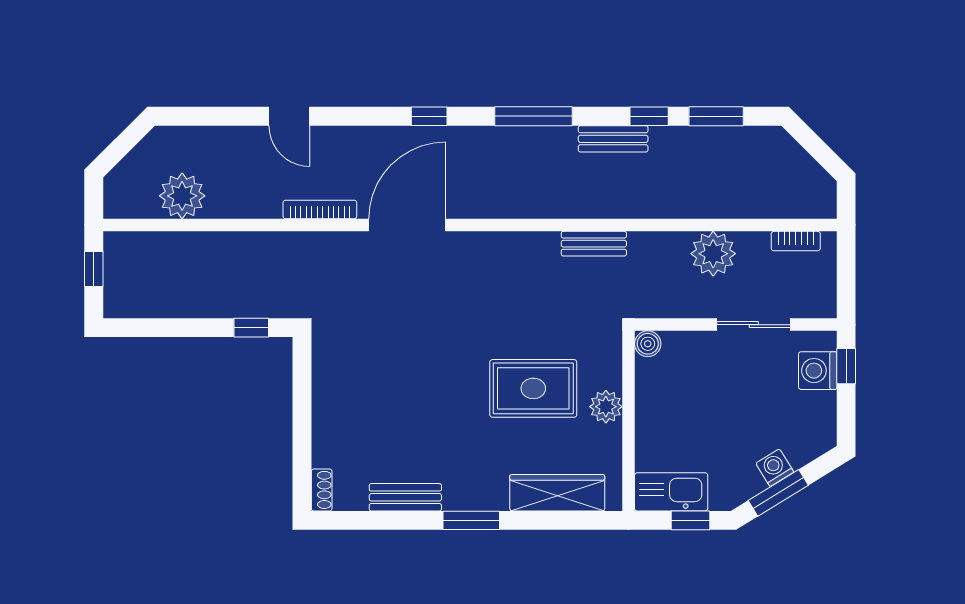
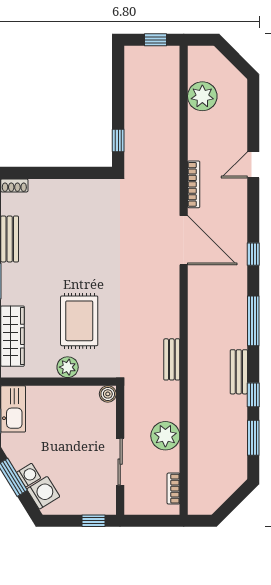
washing machine: (818, 371) -> (43, 493), moved, turned 58

